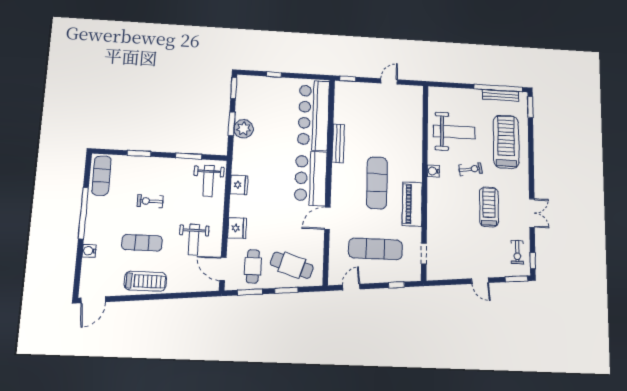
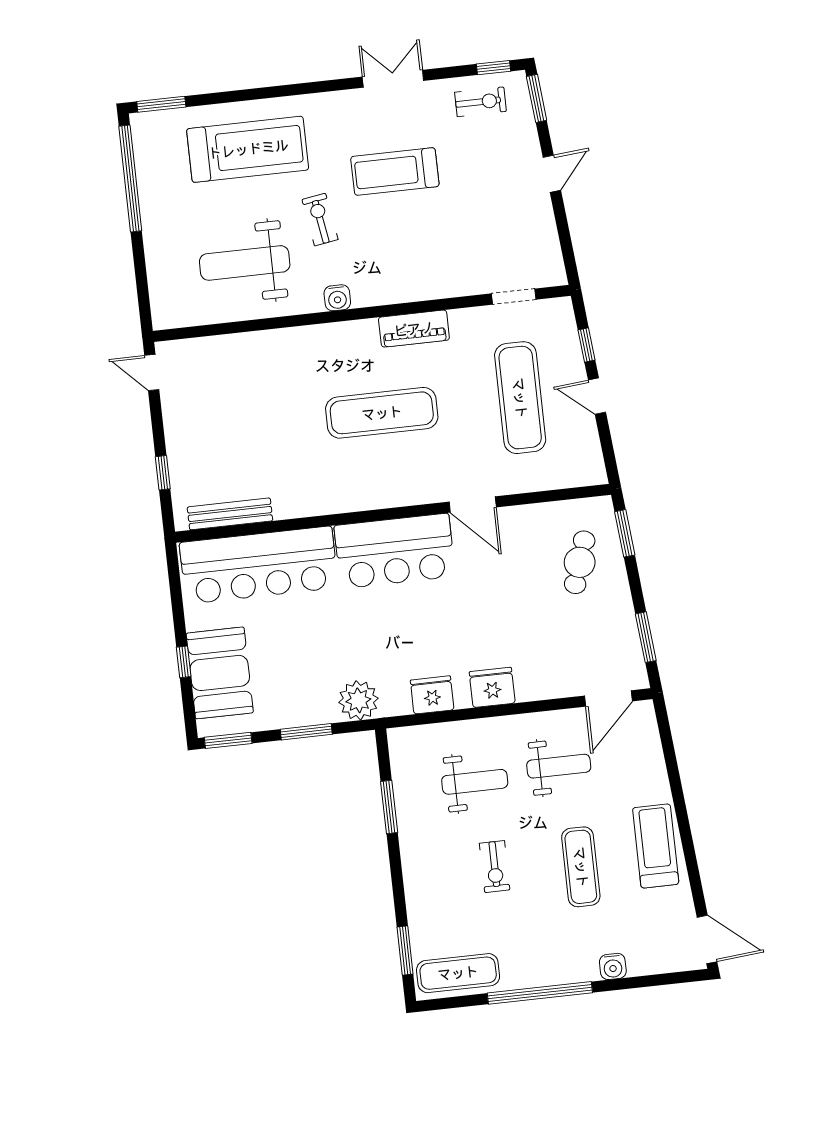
window: (348, 79) -> (163, 473), moved
door: (389, 81) -> (152, 373), moved
booth: (266, 89) -> (220, 673), added
bench: (500, 95) -> (146, 172), removed
plant: (244, 129) -> (358, 700), moved
weight bench: (454, 132) -> (245, 263), turned -90
treadmill: (506, 142) -> (248, 149), turned 180
bench: (338, 143) -> (230, 514), moved
window: (139, 153) -> (405, 950), moved
weight bench: (208, 181) -> (475, 782), moved
piano: (412, 204) -> (414, 329), width x0.73, depth x0.75
fridge: (237, 228) -> (492, 687), moved
cafe table: (292, 265) -> (580, 562), width x0.73, depth x0.74
cafe table: (253, 266) -> (594, 640), removed
door: (351, 287) -> (597, 396), moved
window: (286, 290) -> (625, 533), moved

